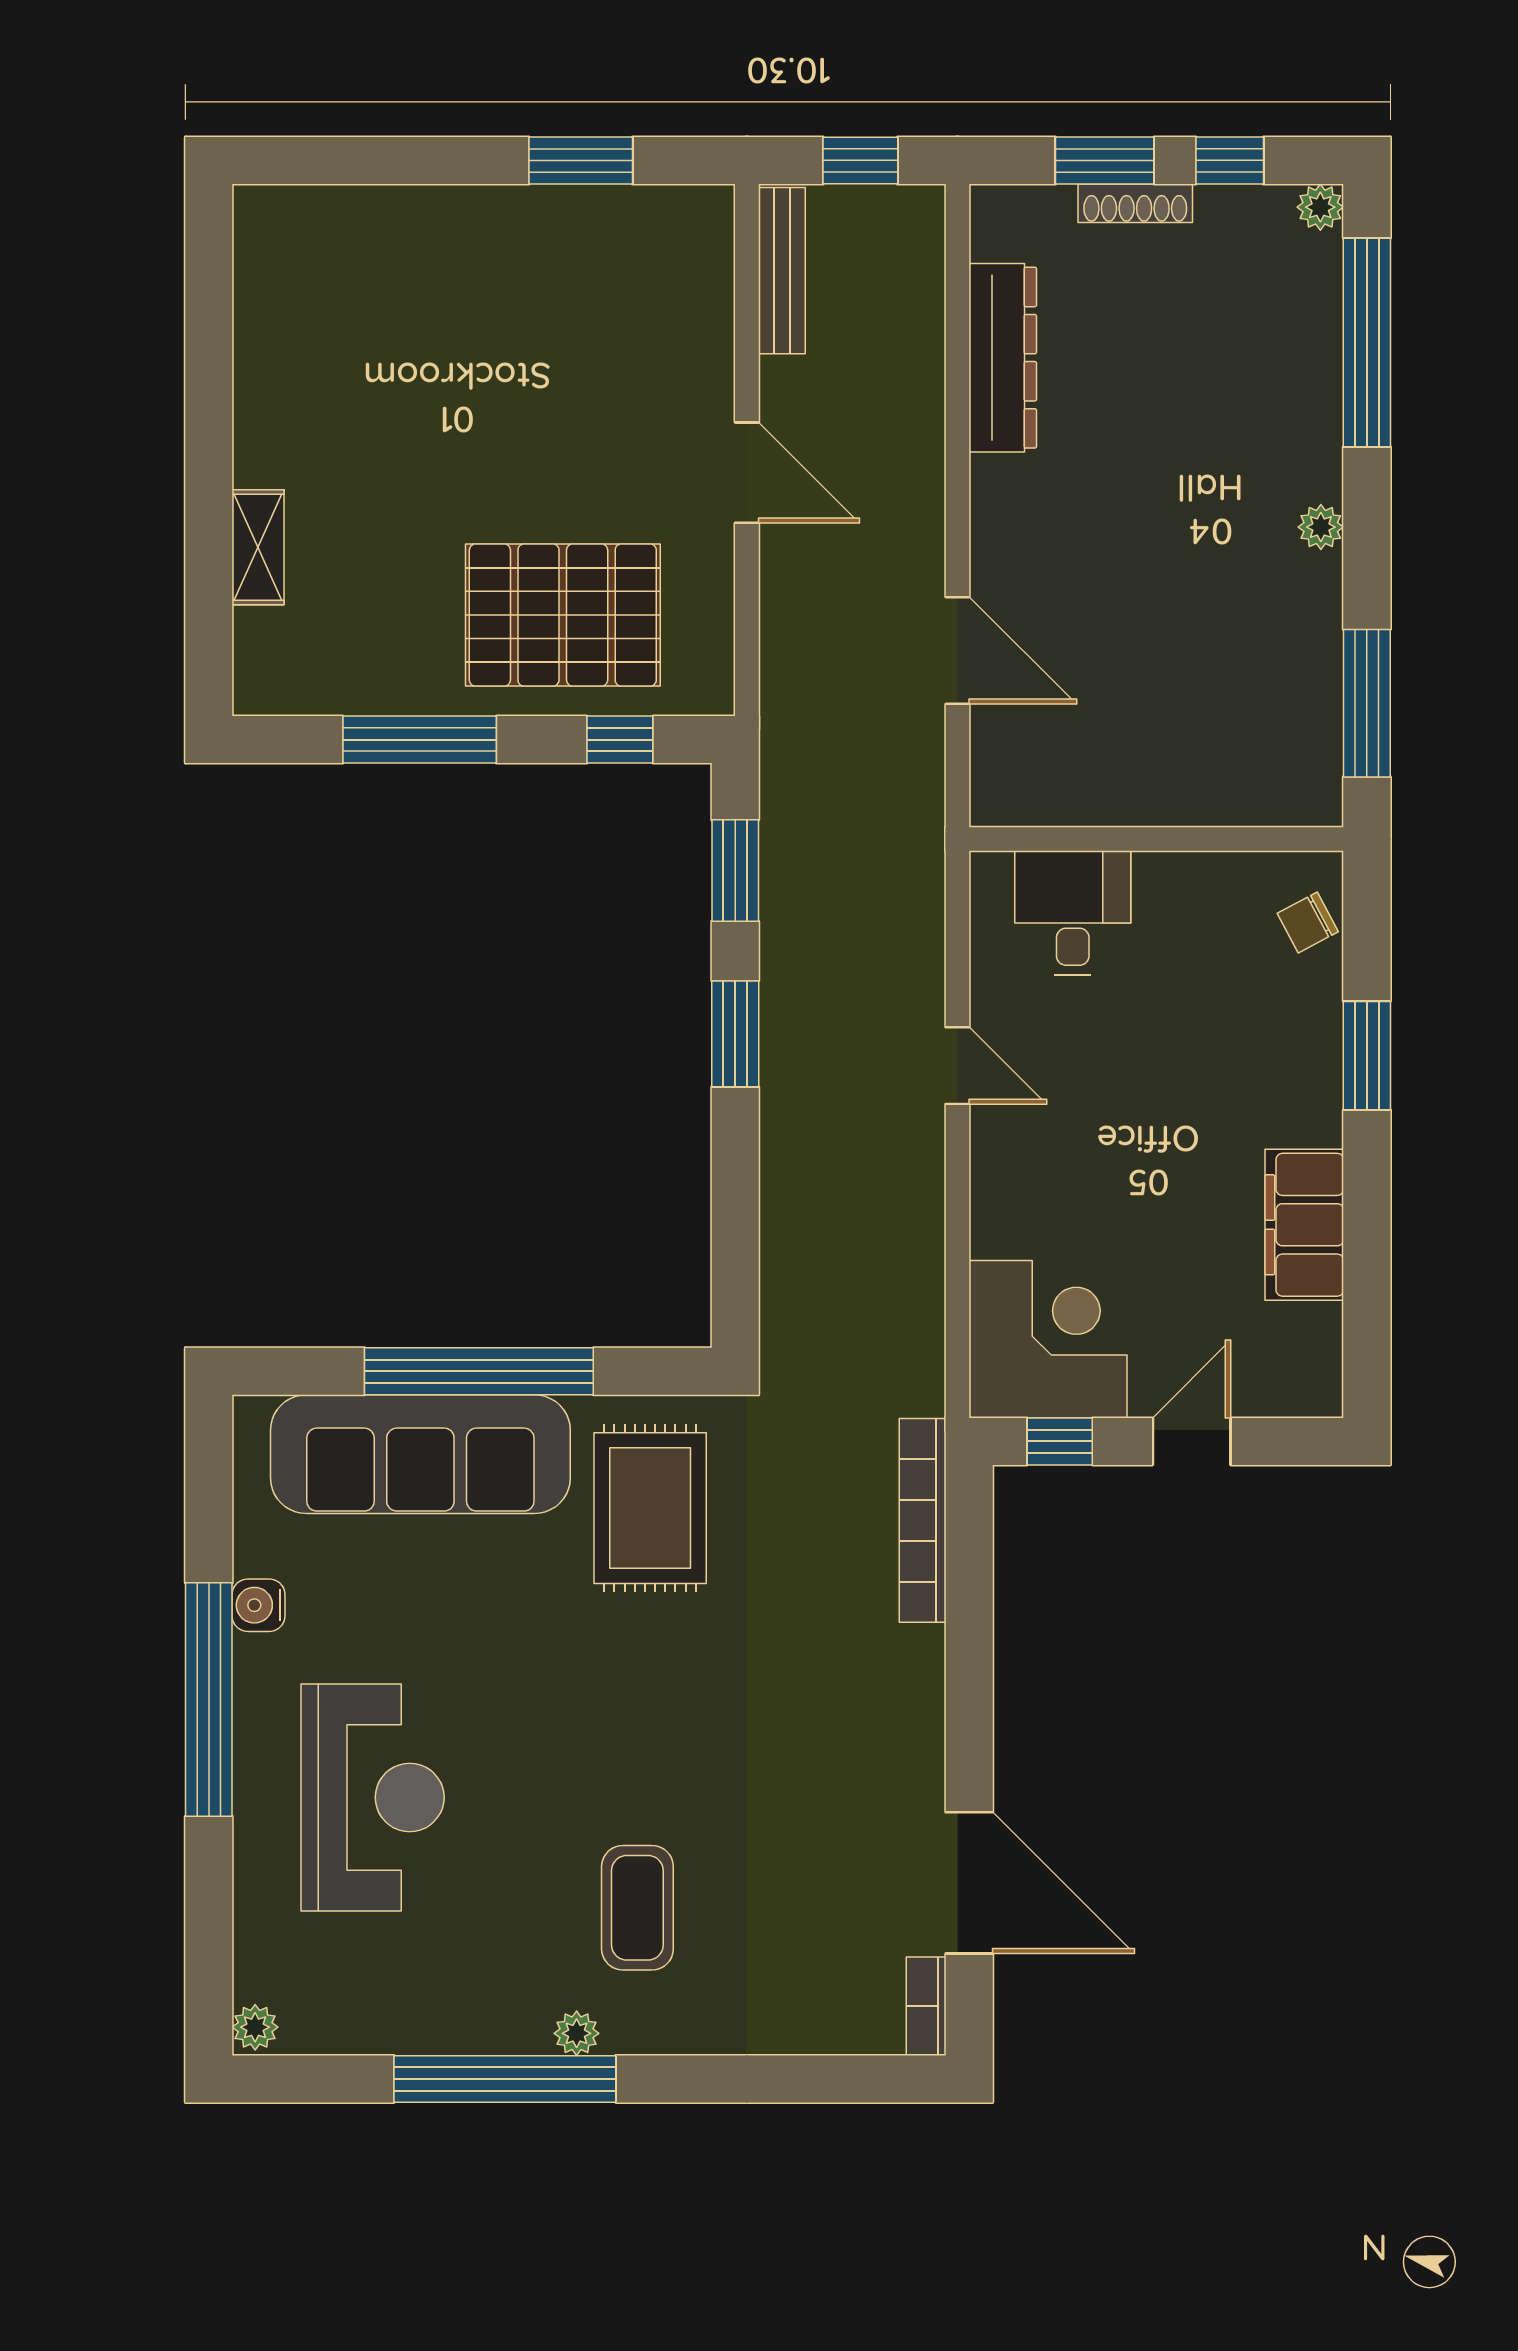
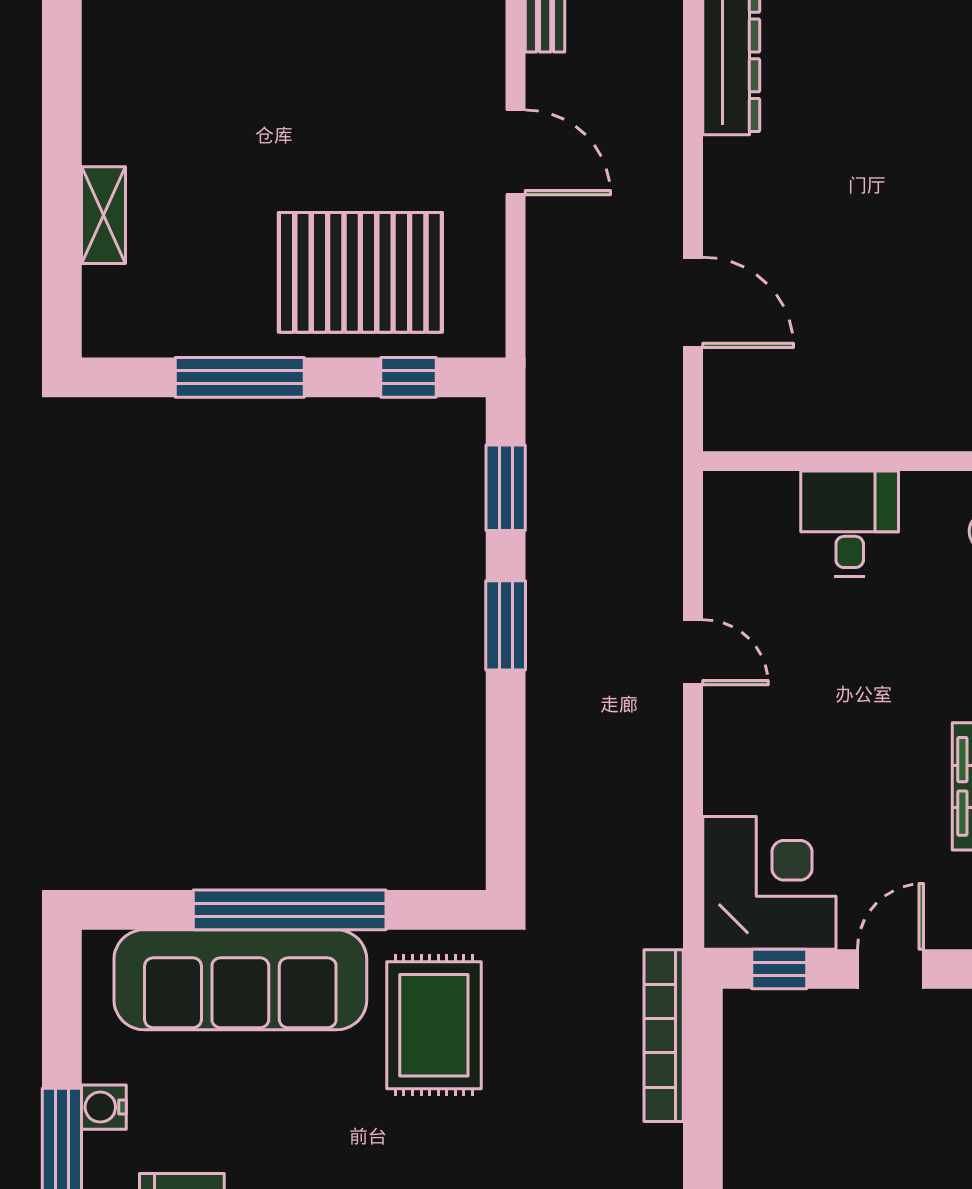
desk: (1073, 913) -> (850, 524), moved

